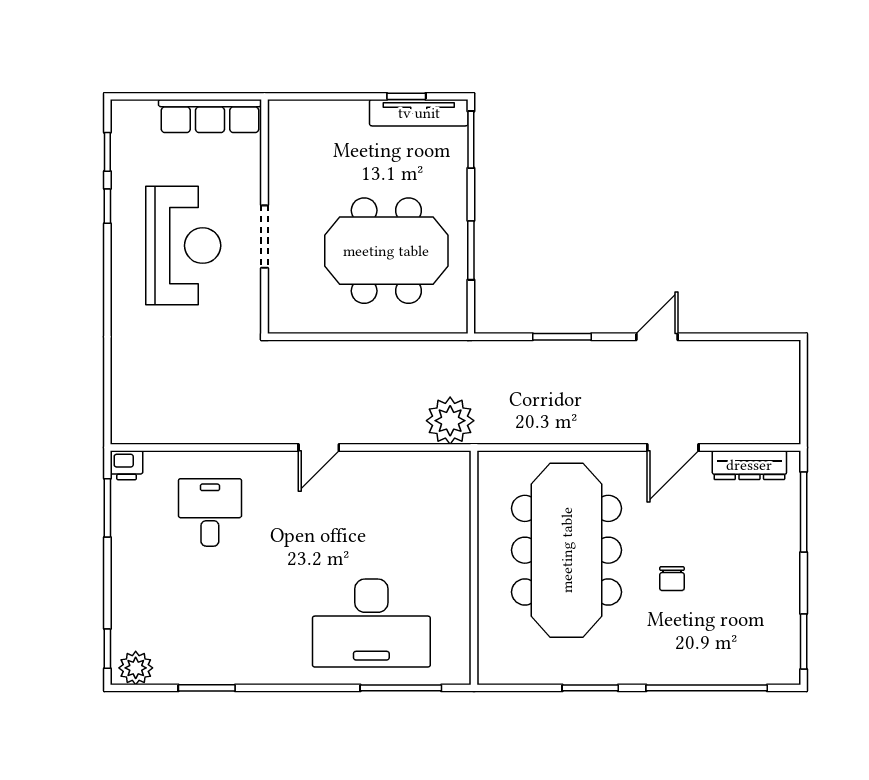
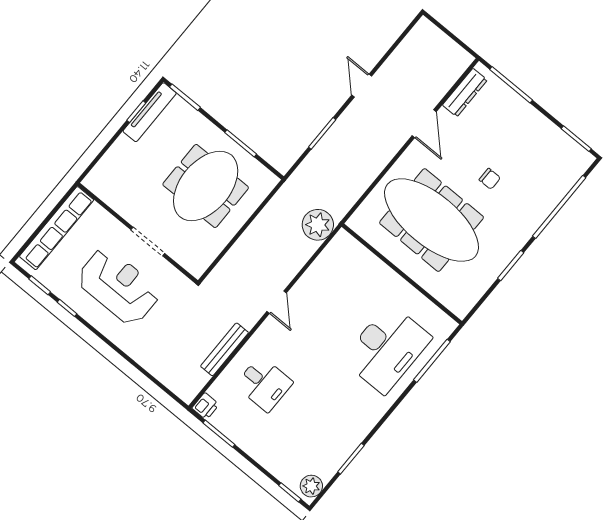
row of seats: (210, 116) -> (57, 228), width x1.36
bench: (212, 432) -> (225, 349), added
desk: (210, 512) -> (264, 384), turned 180

